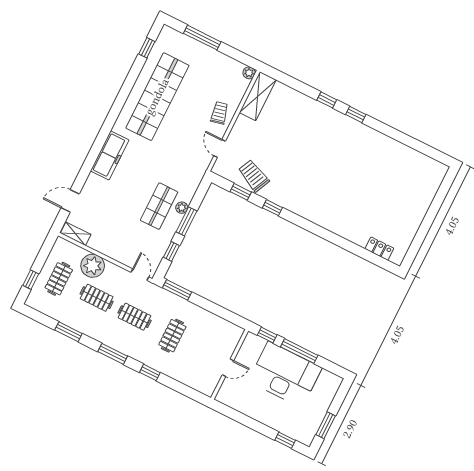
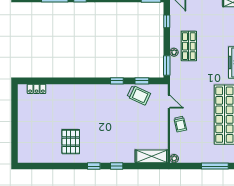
shelving: (258, 96) -> (152, 156), moved, turned 90
pallet: (369, 160) -> (71, 142), added
window: (186, 221) -> (167, 65), moved

